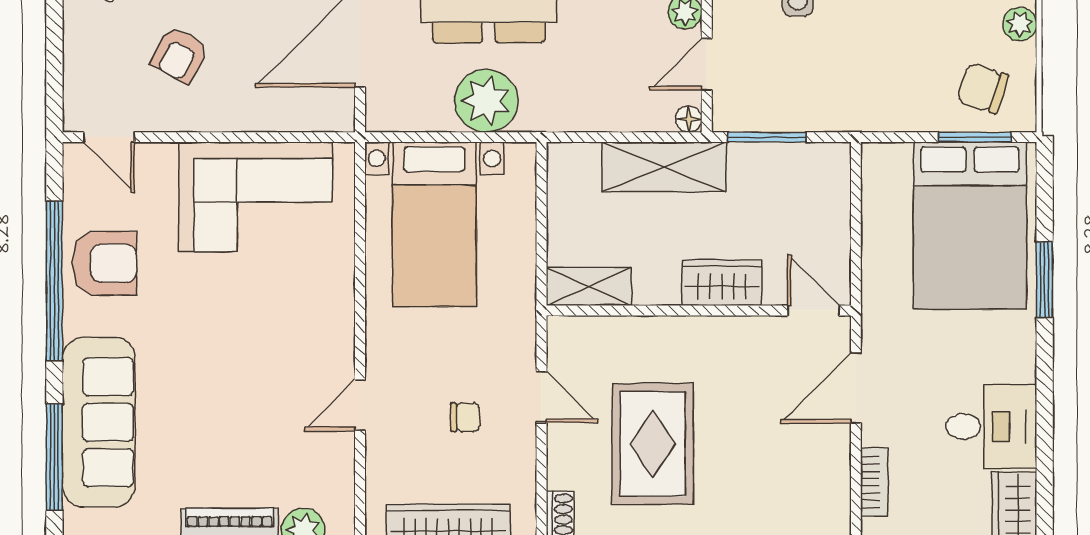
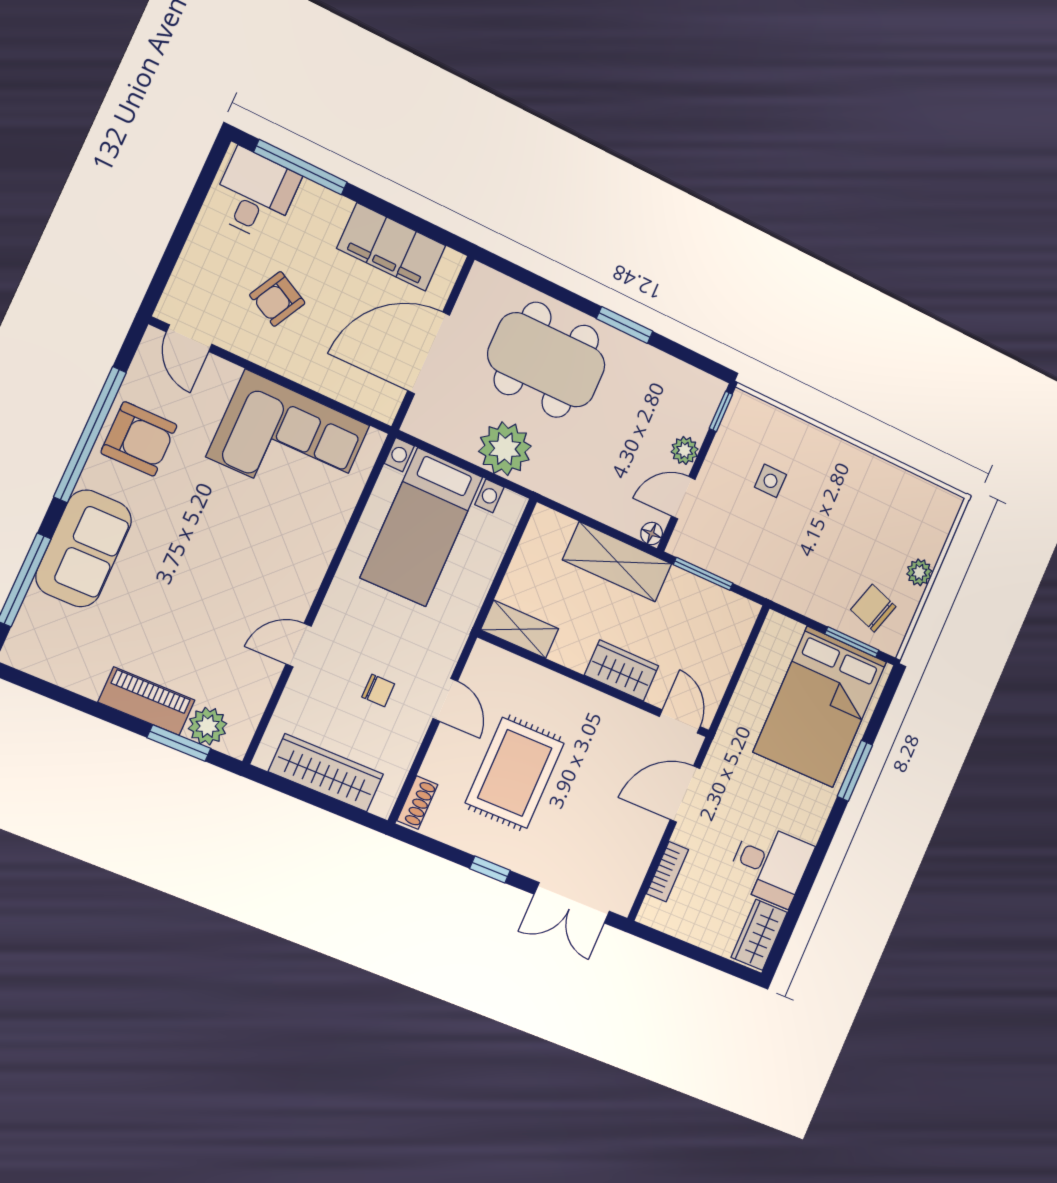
sofa: (99, 422) -> (84, 548), width x0.73

